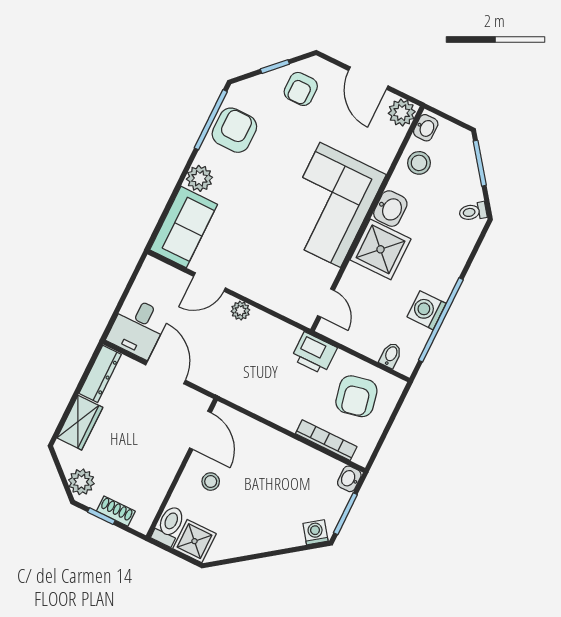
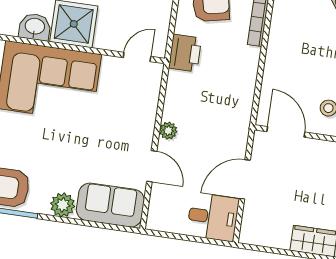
dresser: (100, 374) -> (265, 237), removed
door: (200, 430) -> (286, 132), hinge flipped

